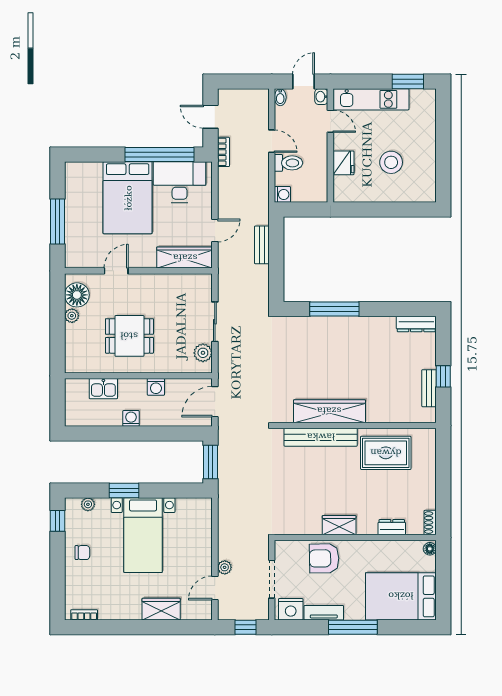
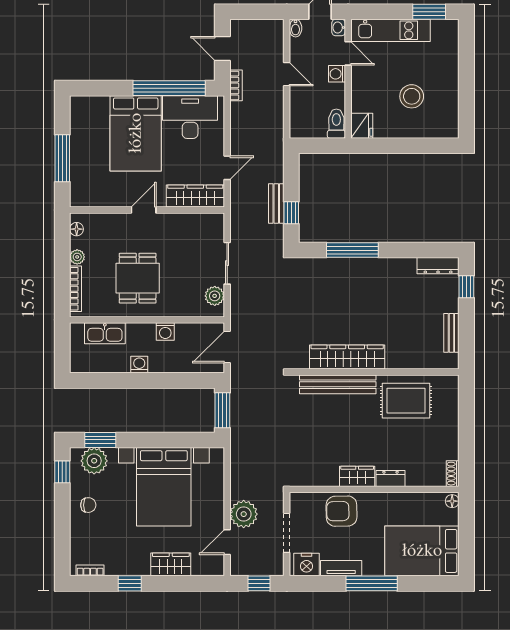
toilet: (288, 163) -> (336, 124), moved, turned -90
fridge: (343, 163) -> (362, 126), moved
washing machine: (282, 194) -> (337, 74), moved, turned 180
bench: (262, 245) -> (276, 203), moved
door: (116, 271) -> (144, 210), moved
window: (276, 274) -> (291, 213), added
floor lamp: (77, 295) -> (77, 229), width x0.53, depth x0.53
dining table: (129, 336) -> (138, 278), turned 90
bookcase: (70, 346) -> (76, 289), added
window: (443, 376) -> (466, 287), moved
kitchen sink: (103, 389) -> (105, 333), width x1.38
window: (124, 490) -> (100, 440), moved
plant: (88, 504) -> (94, 461), width x1.88, depth x1.88
dresser: (392, 527) -> (391, 478), moved
bed with nightstands: (143, 535) -> (164, 487), width x1.36
plant: (225, 567) -> (244, 514), width x1.88, depth x1.88
window: (122, 627) -> (130, 583), added

